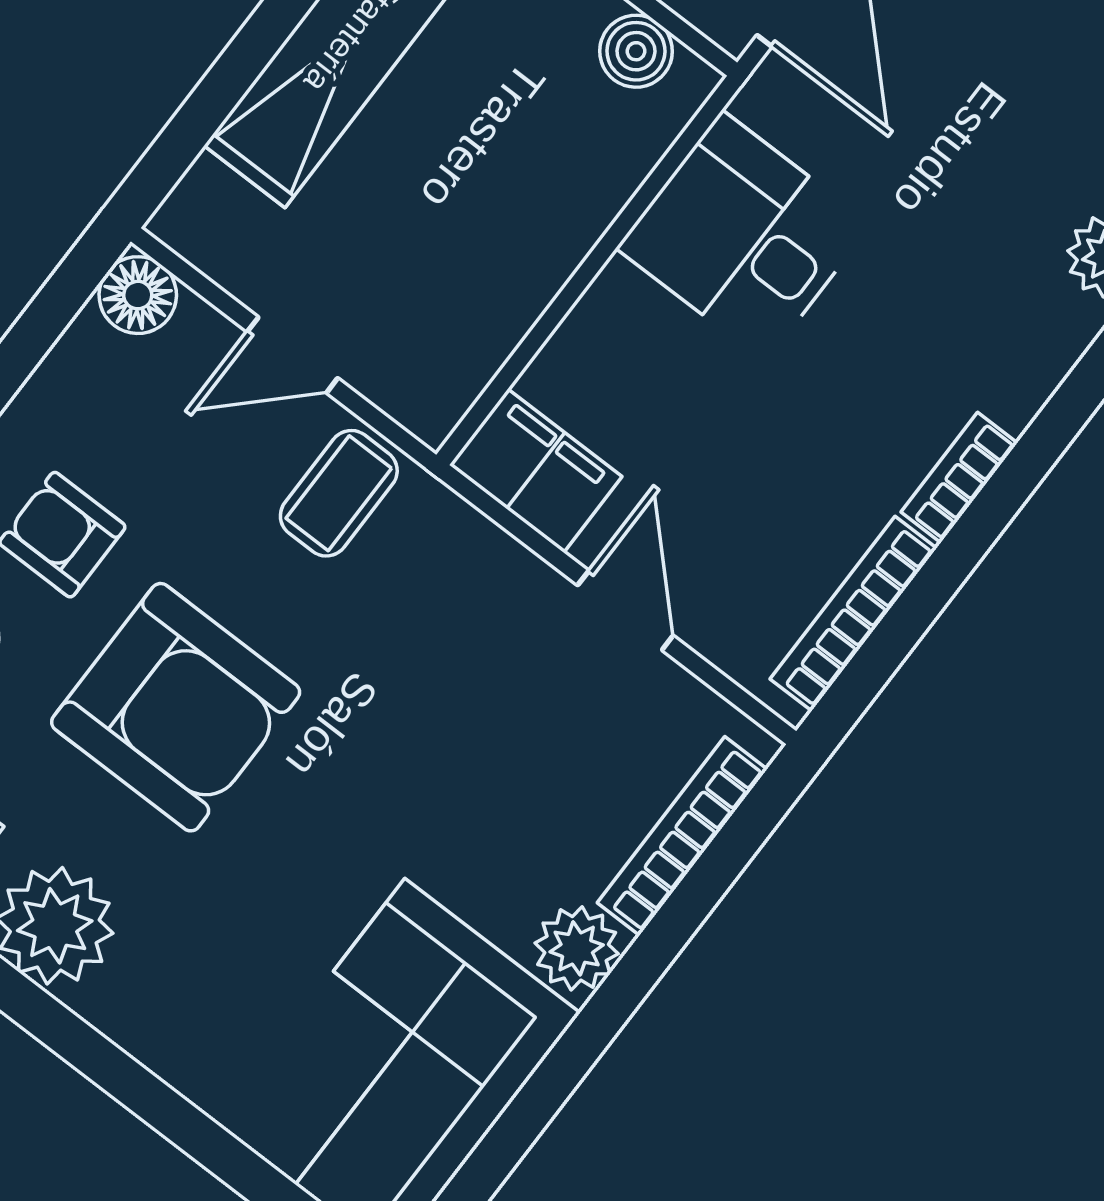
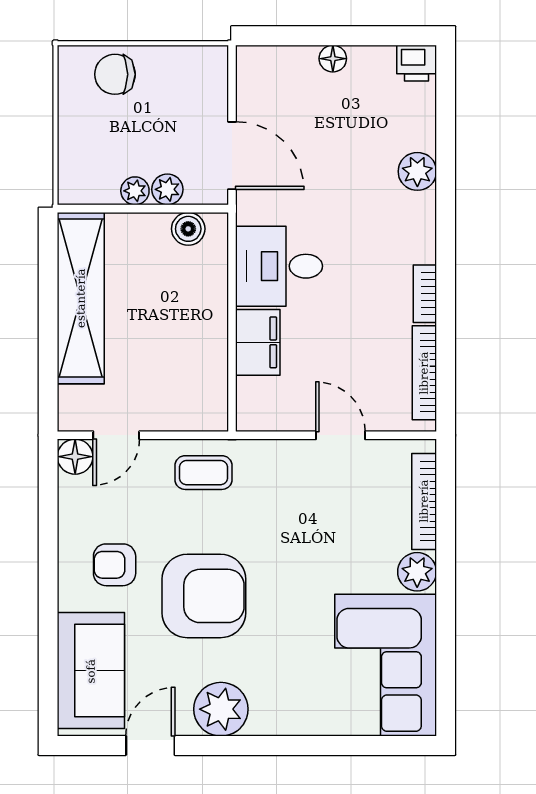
door: (292, 355) -> (116, 435), moved
filing cabinet: (536, 471) -> (258, 342), moved, turned 90
coffee table: (339, 493) -> (204, 473), turned 90

